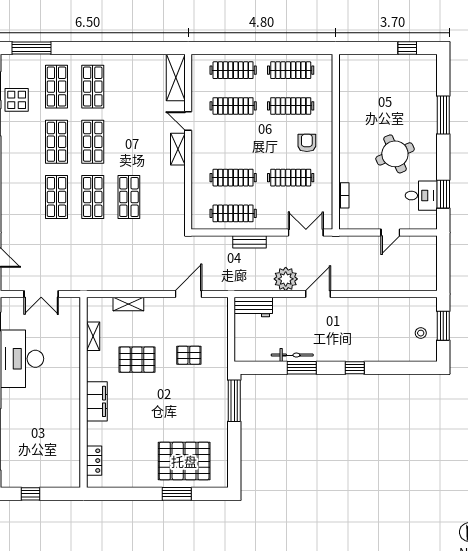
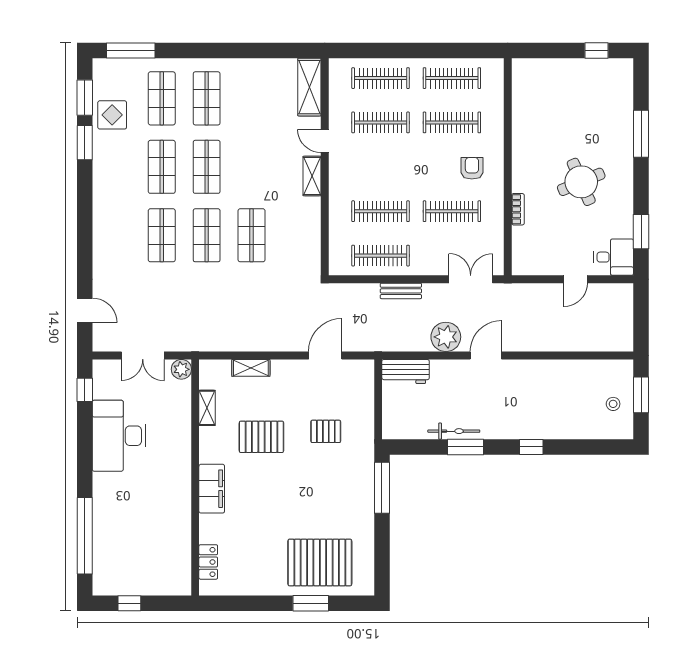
bookcase: (344, 195) -> (518, 209), moved
desk: (421, 196) -> (614, 257), moved
plant: (72, 305) -> (181, 369), added

